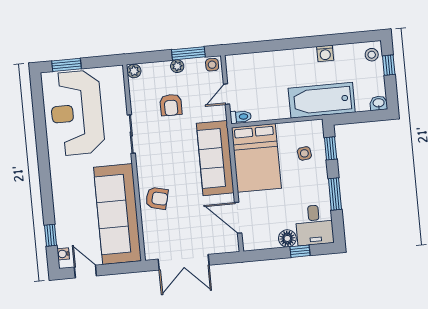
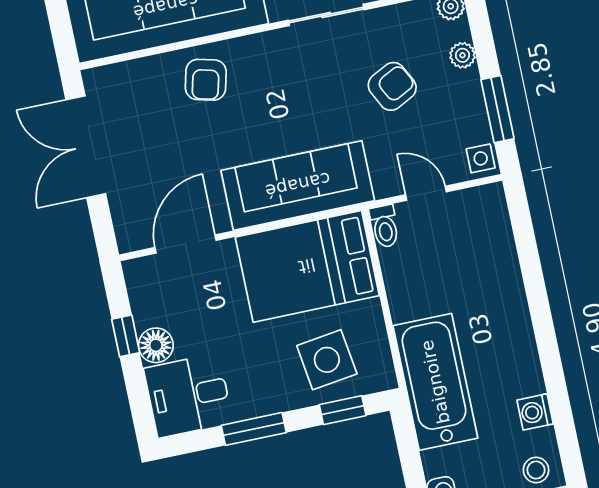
washing machine: (325, 53) -> (535, 412), moved
plant: (177, 66) -> (463, 55), moved
armchair: (171, 105) -> (392, 86), turned 153
side table: (304, 153) -> (327, 360), width x1.87, depth x1.87
window: (300, 251) -> (126, 336), moved

